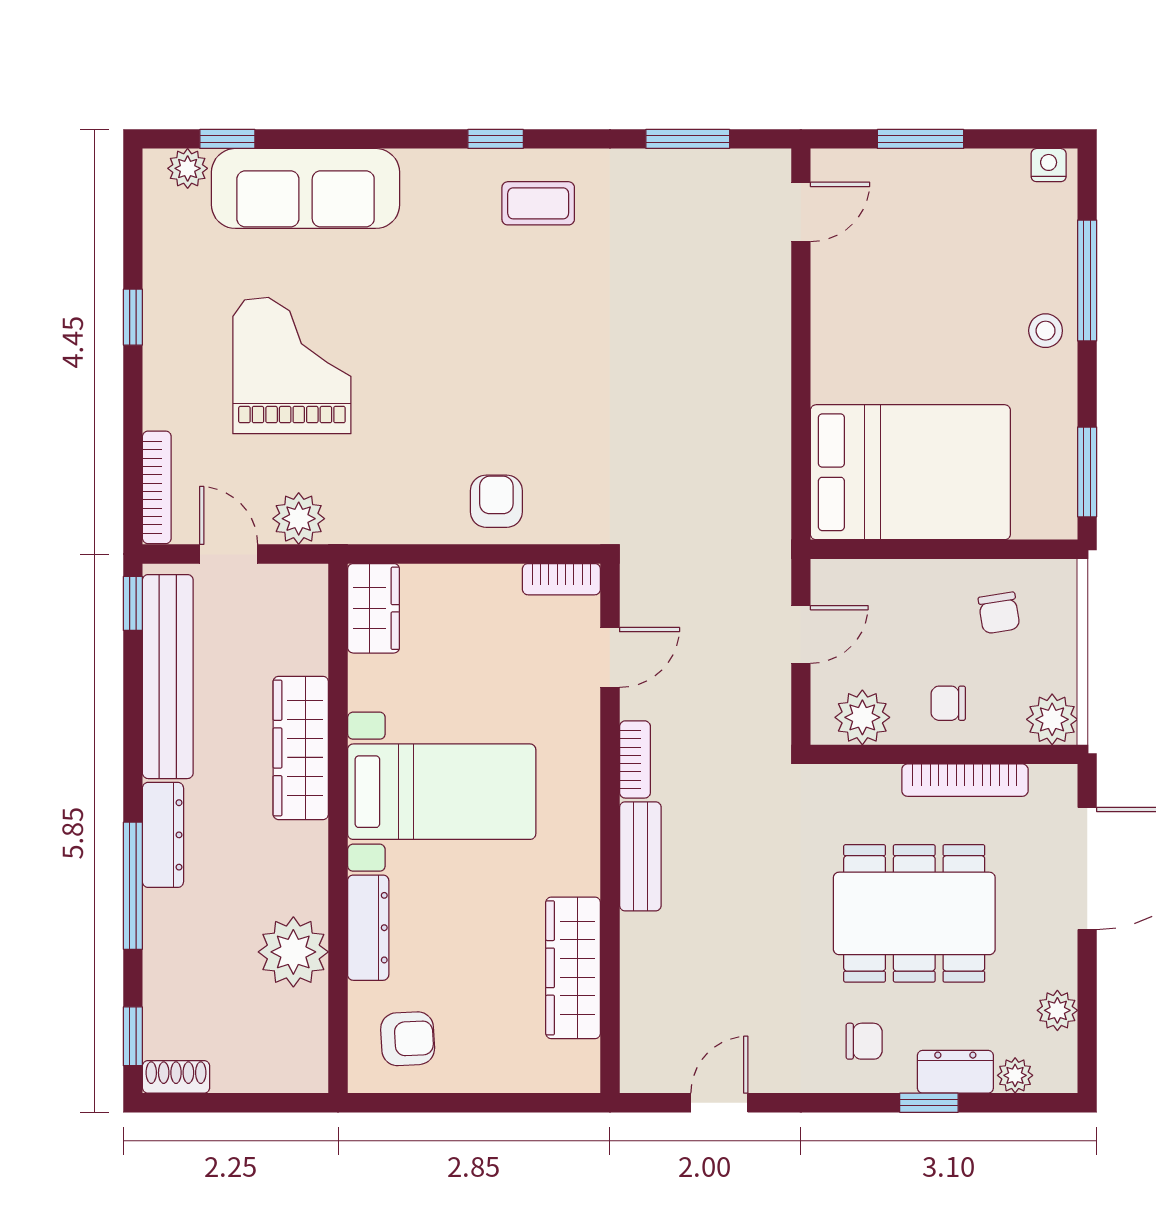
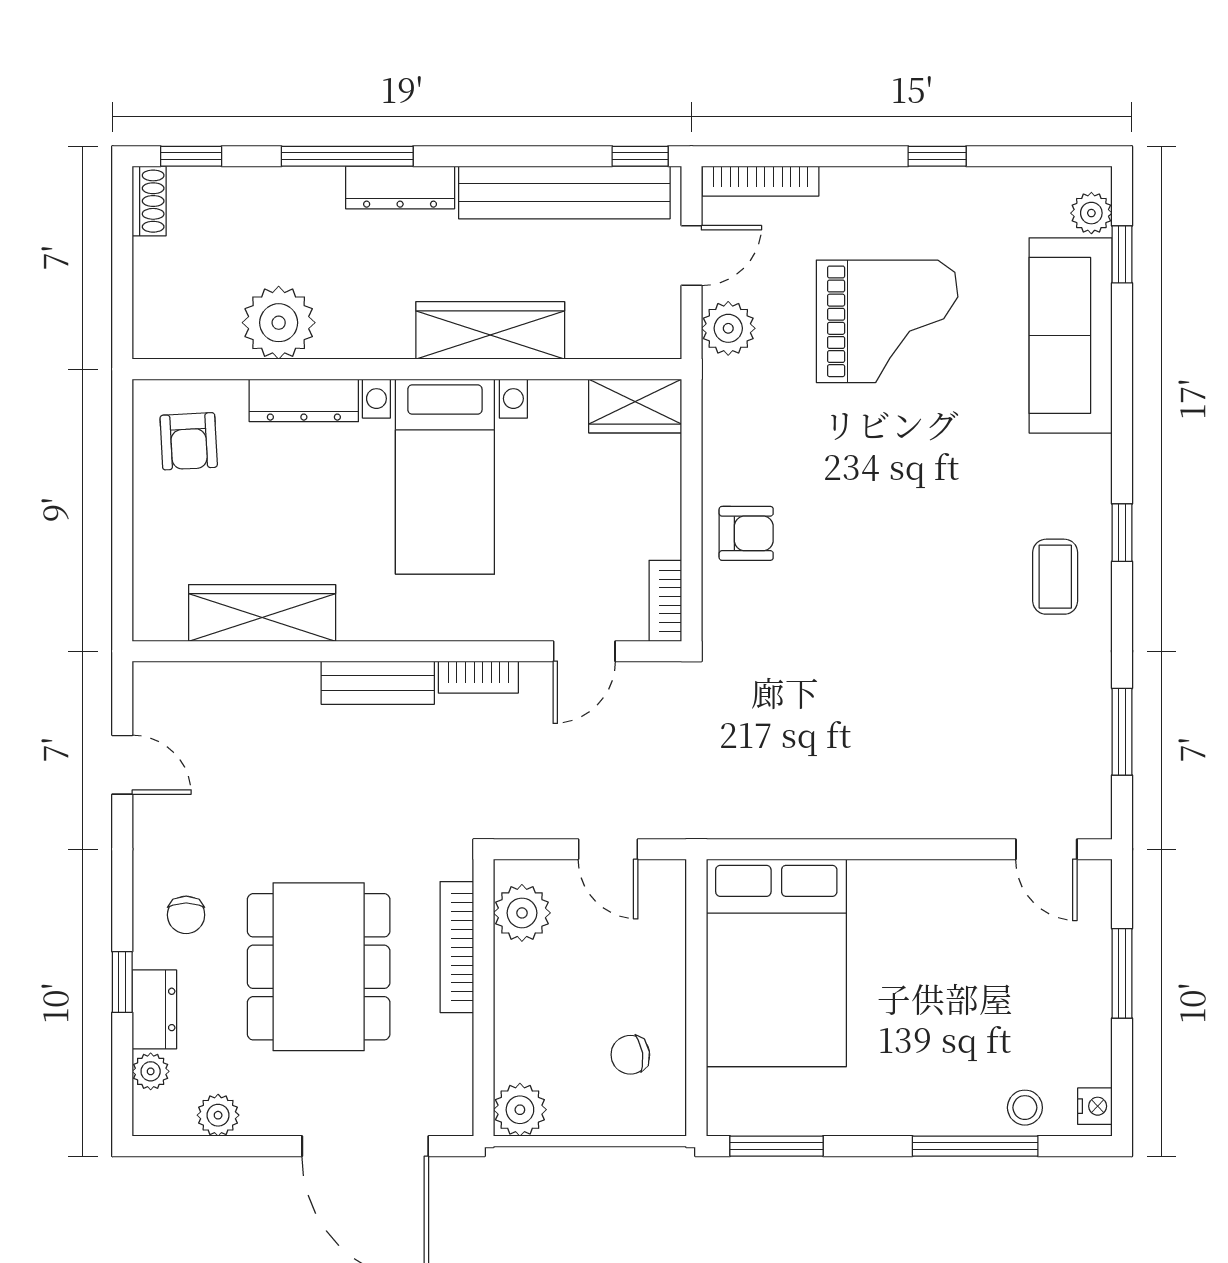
stool: (1046, 331) -> (1025, 1108), moved
door: (610, 657) -> (584, 651), hinge flipped
chair: (948, 703) -> (537, 1002), removed
bookcase: (965, 780) -> (457, 947), moved

